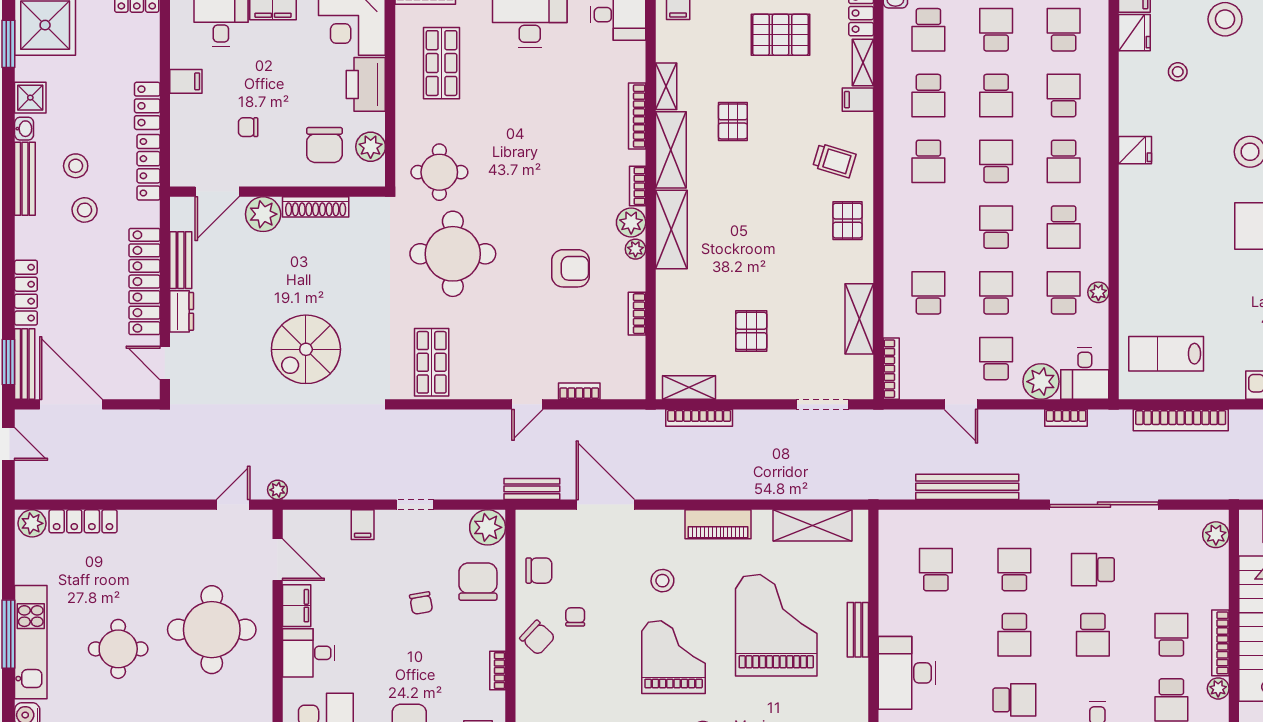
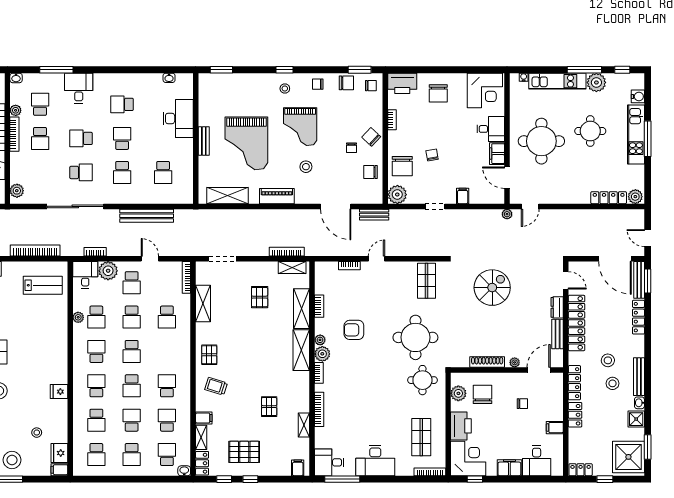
shelving: (671, 150) -> (302, 309), moved
plant: (263, 214) -> (515, 362), width x0.53, depth x0.53
school desk: (1093, 635) -> (81, 138), turned -90

